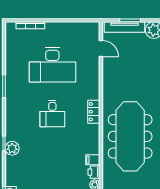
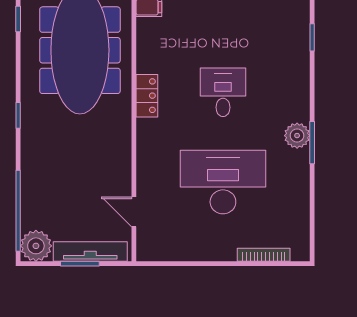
plant: (12, 148) -> (297, 136), moved

